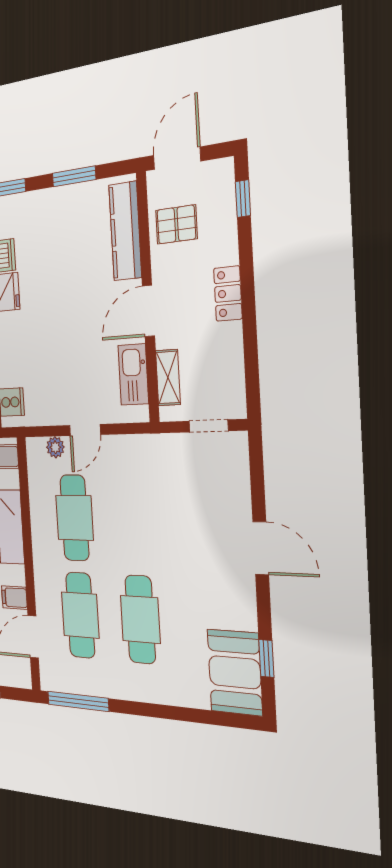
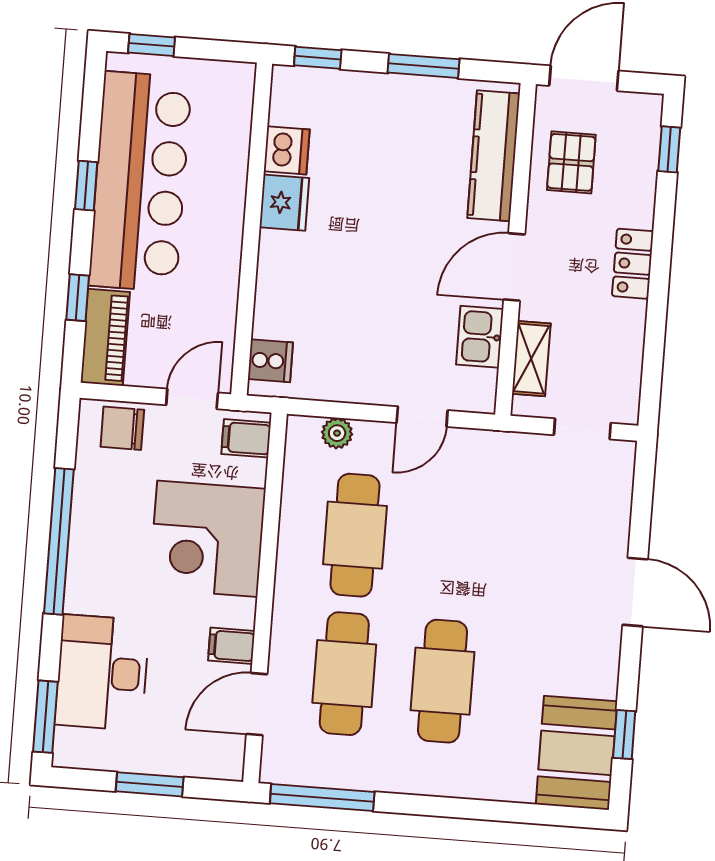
pallet: (176, 224) -> (571, 162), turned 90
kitchen sink: (133, 374) -> (480, 337), width x0.73
door: (85, 430) -> (422, 417), moved

